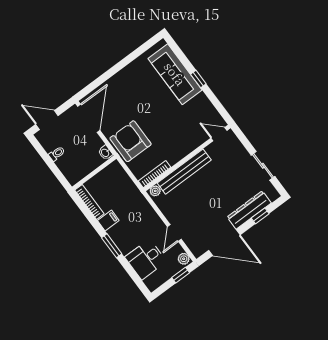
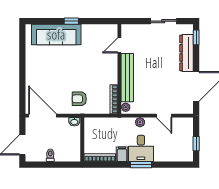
door: (219, 134) -> (119, 45), moved
armchair: (130, 141) -> (79, 99), width x0.53, depth x0.53
window: (260, 216) -> (196, 37), moved
desk: (146, 259) -> (141, 148), moved
plant: (184, 259) -> (140, 122), moved
window: (181, 275) -> (196, 144), moved

